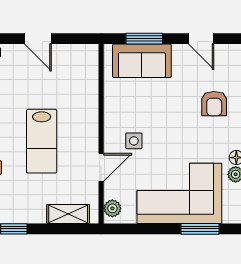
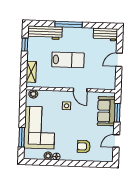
lab bench: (42, 141) -> (68, 60), turned 180
door: (101, 167) -> (80, 90), moved

